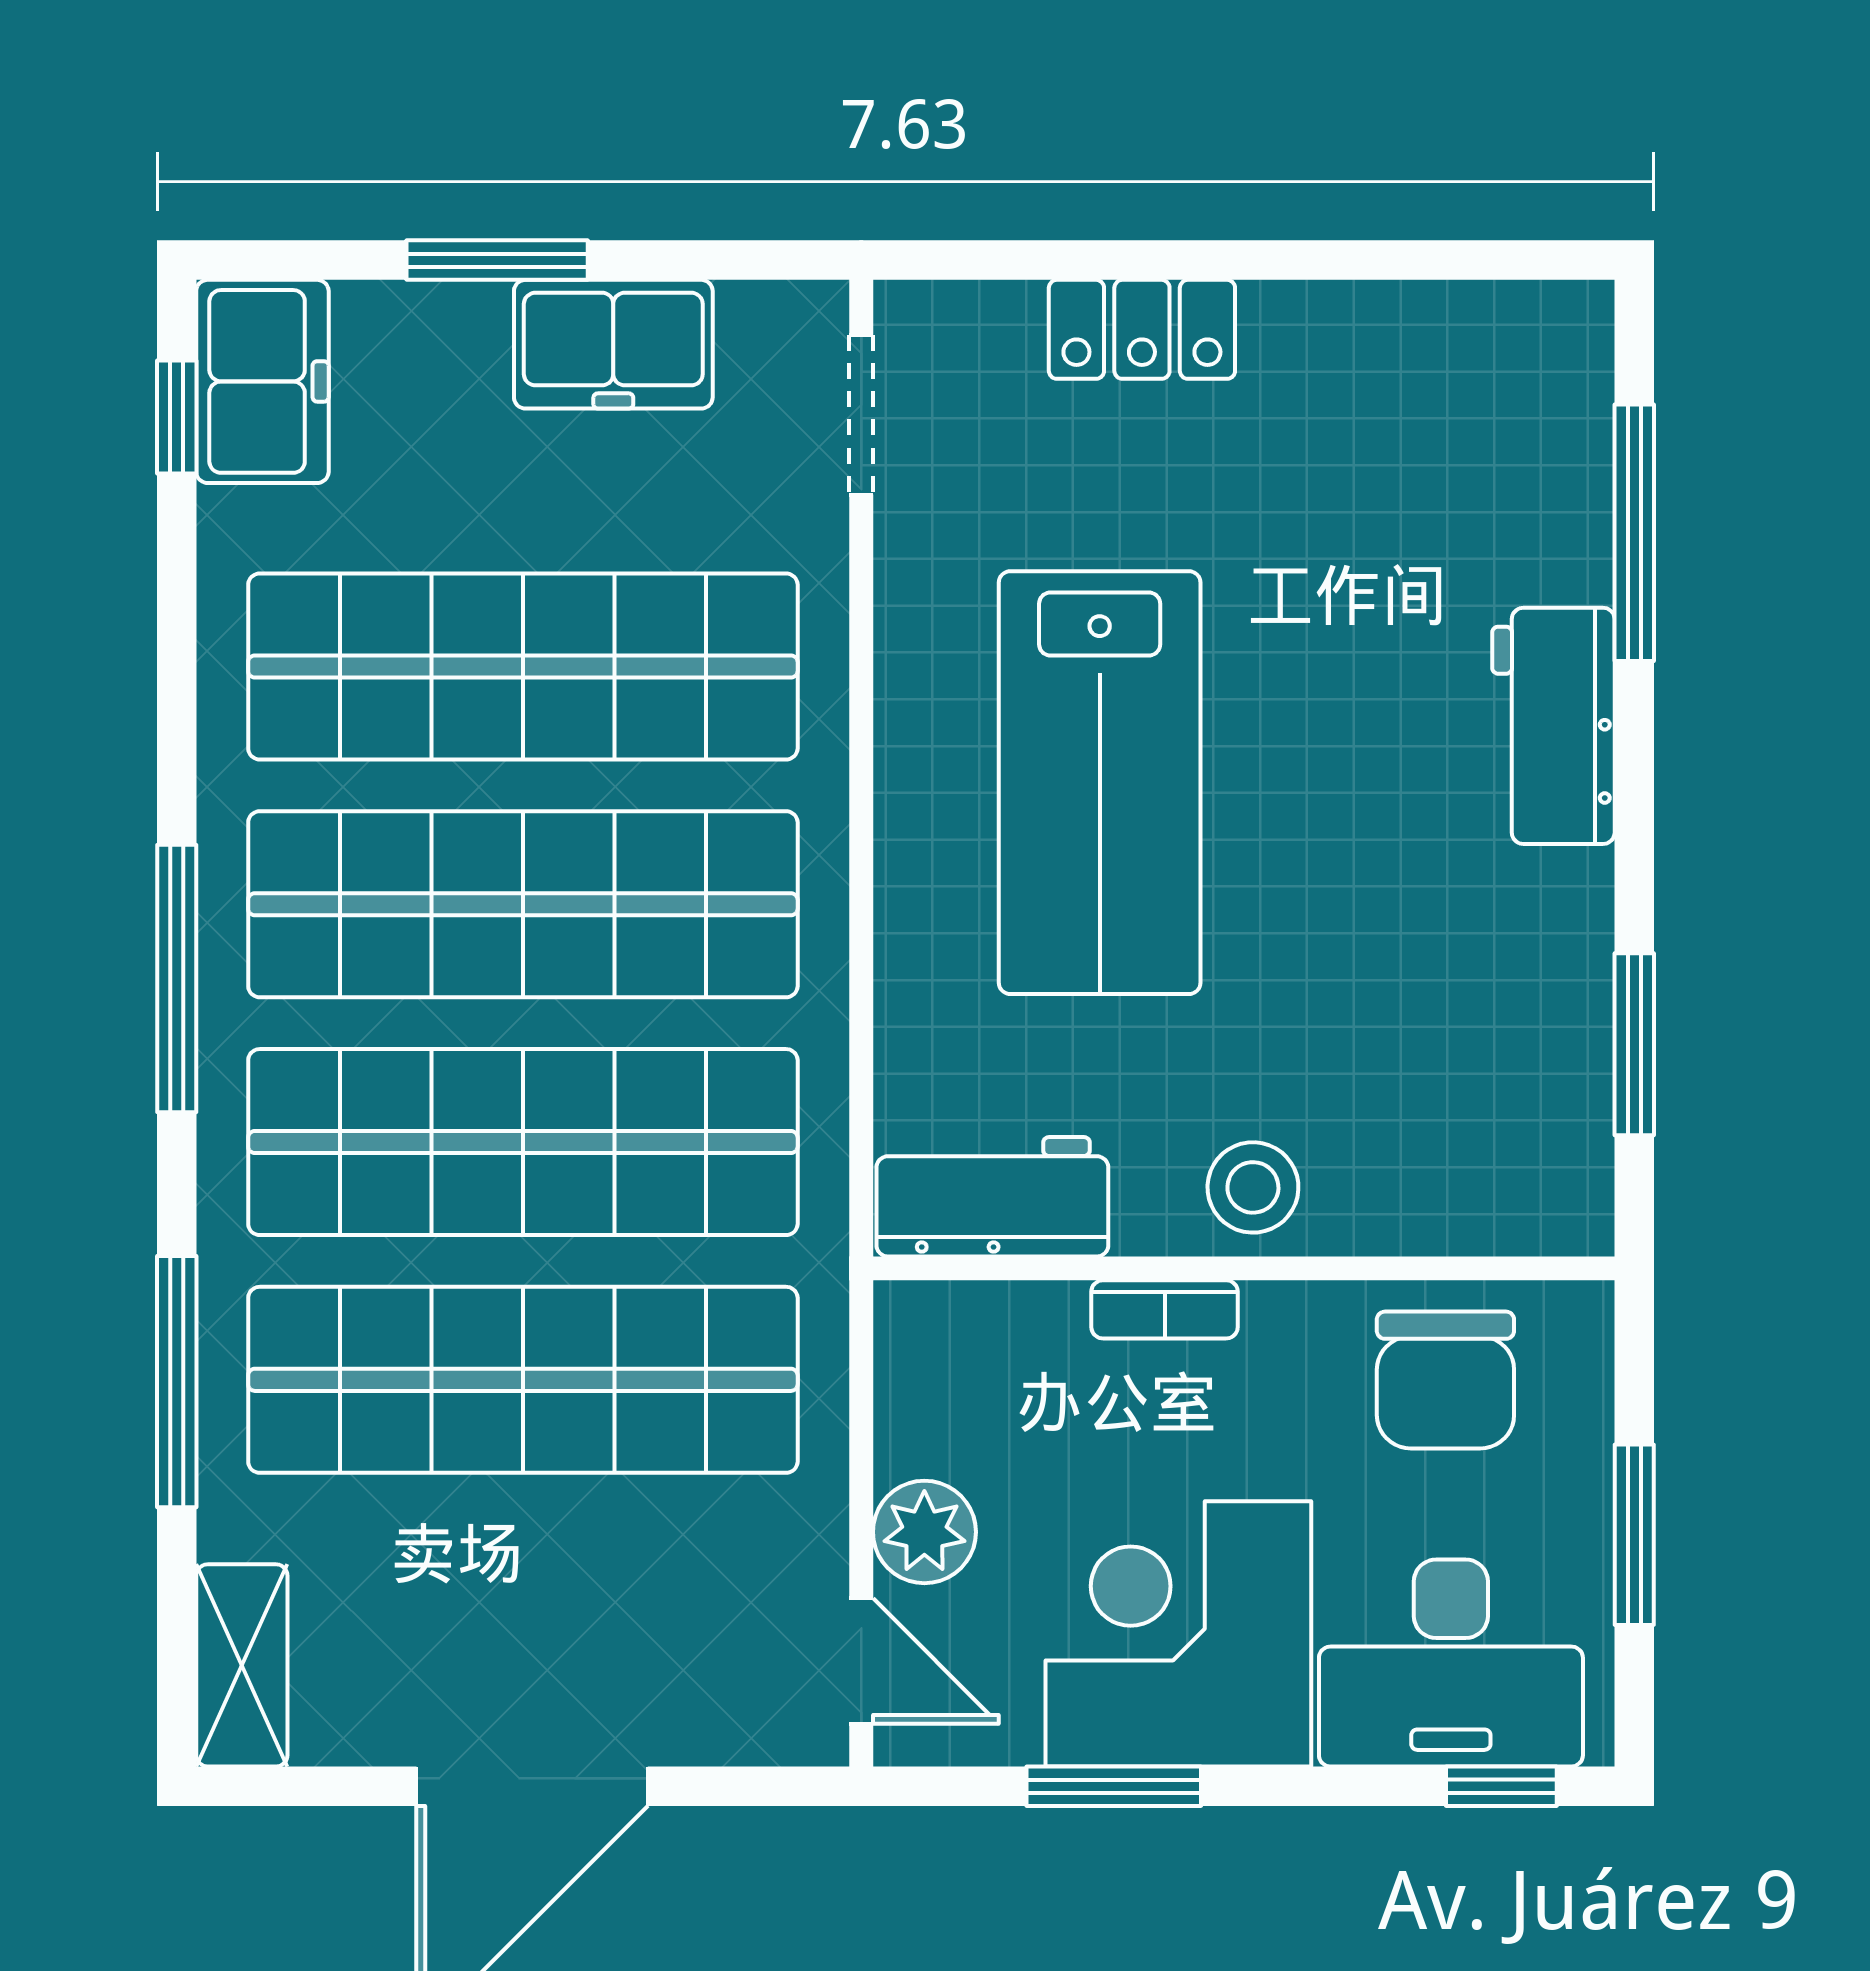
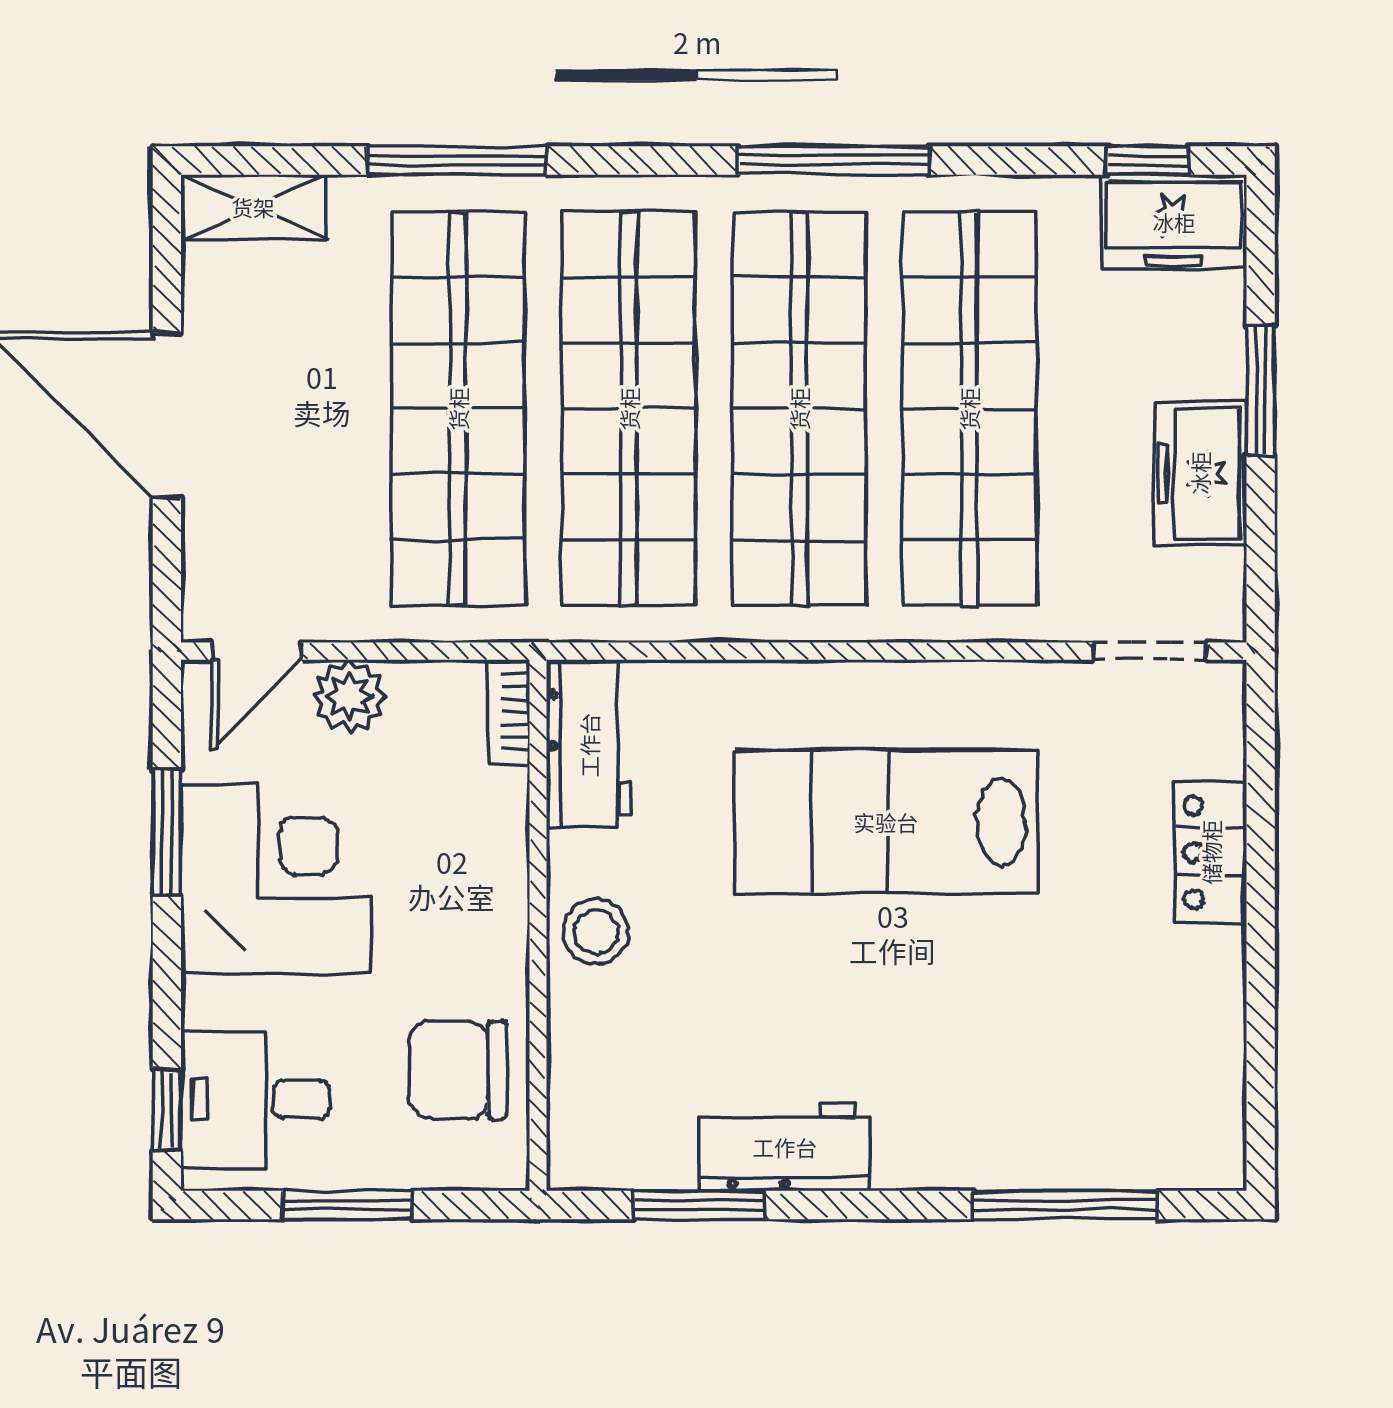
workbench: (1553, 726) -> (785, 1147), moved
window: (177, 979) -> (834, 160), moved
bookcase: (1165, 1309) -> (509, 712), moved
desk: (1451, 1663) -> (255, 1099), width x0.73

